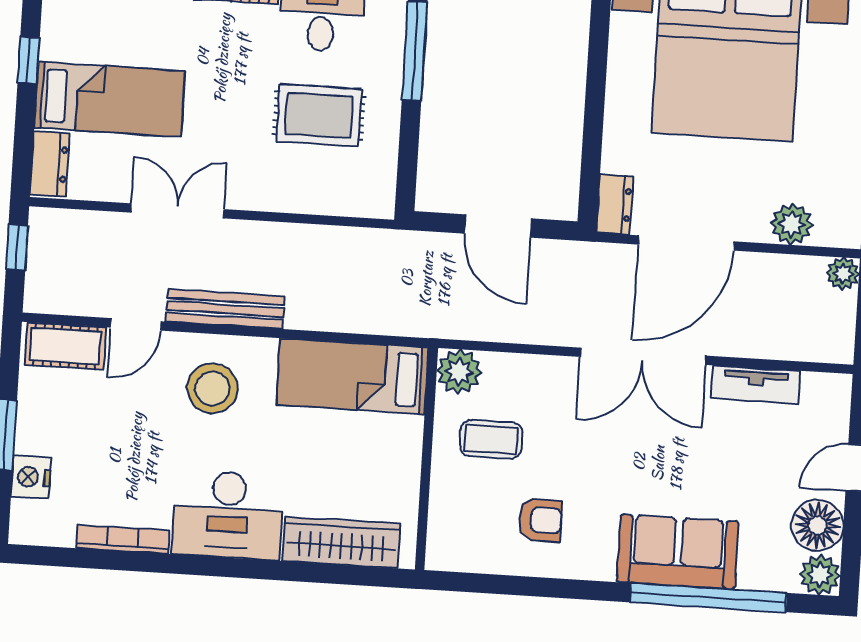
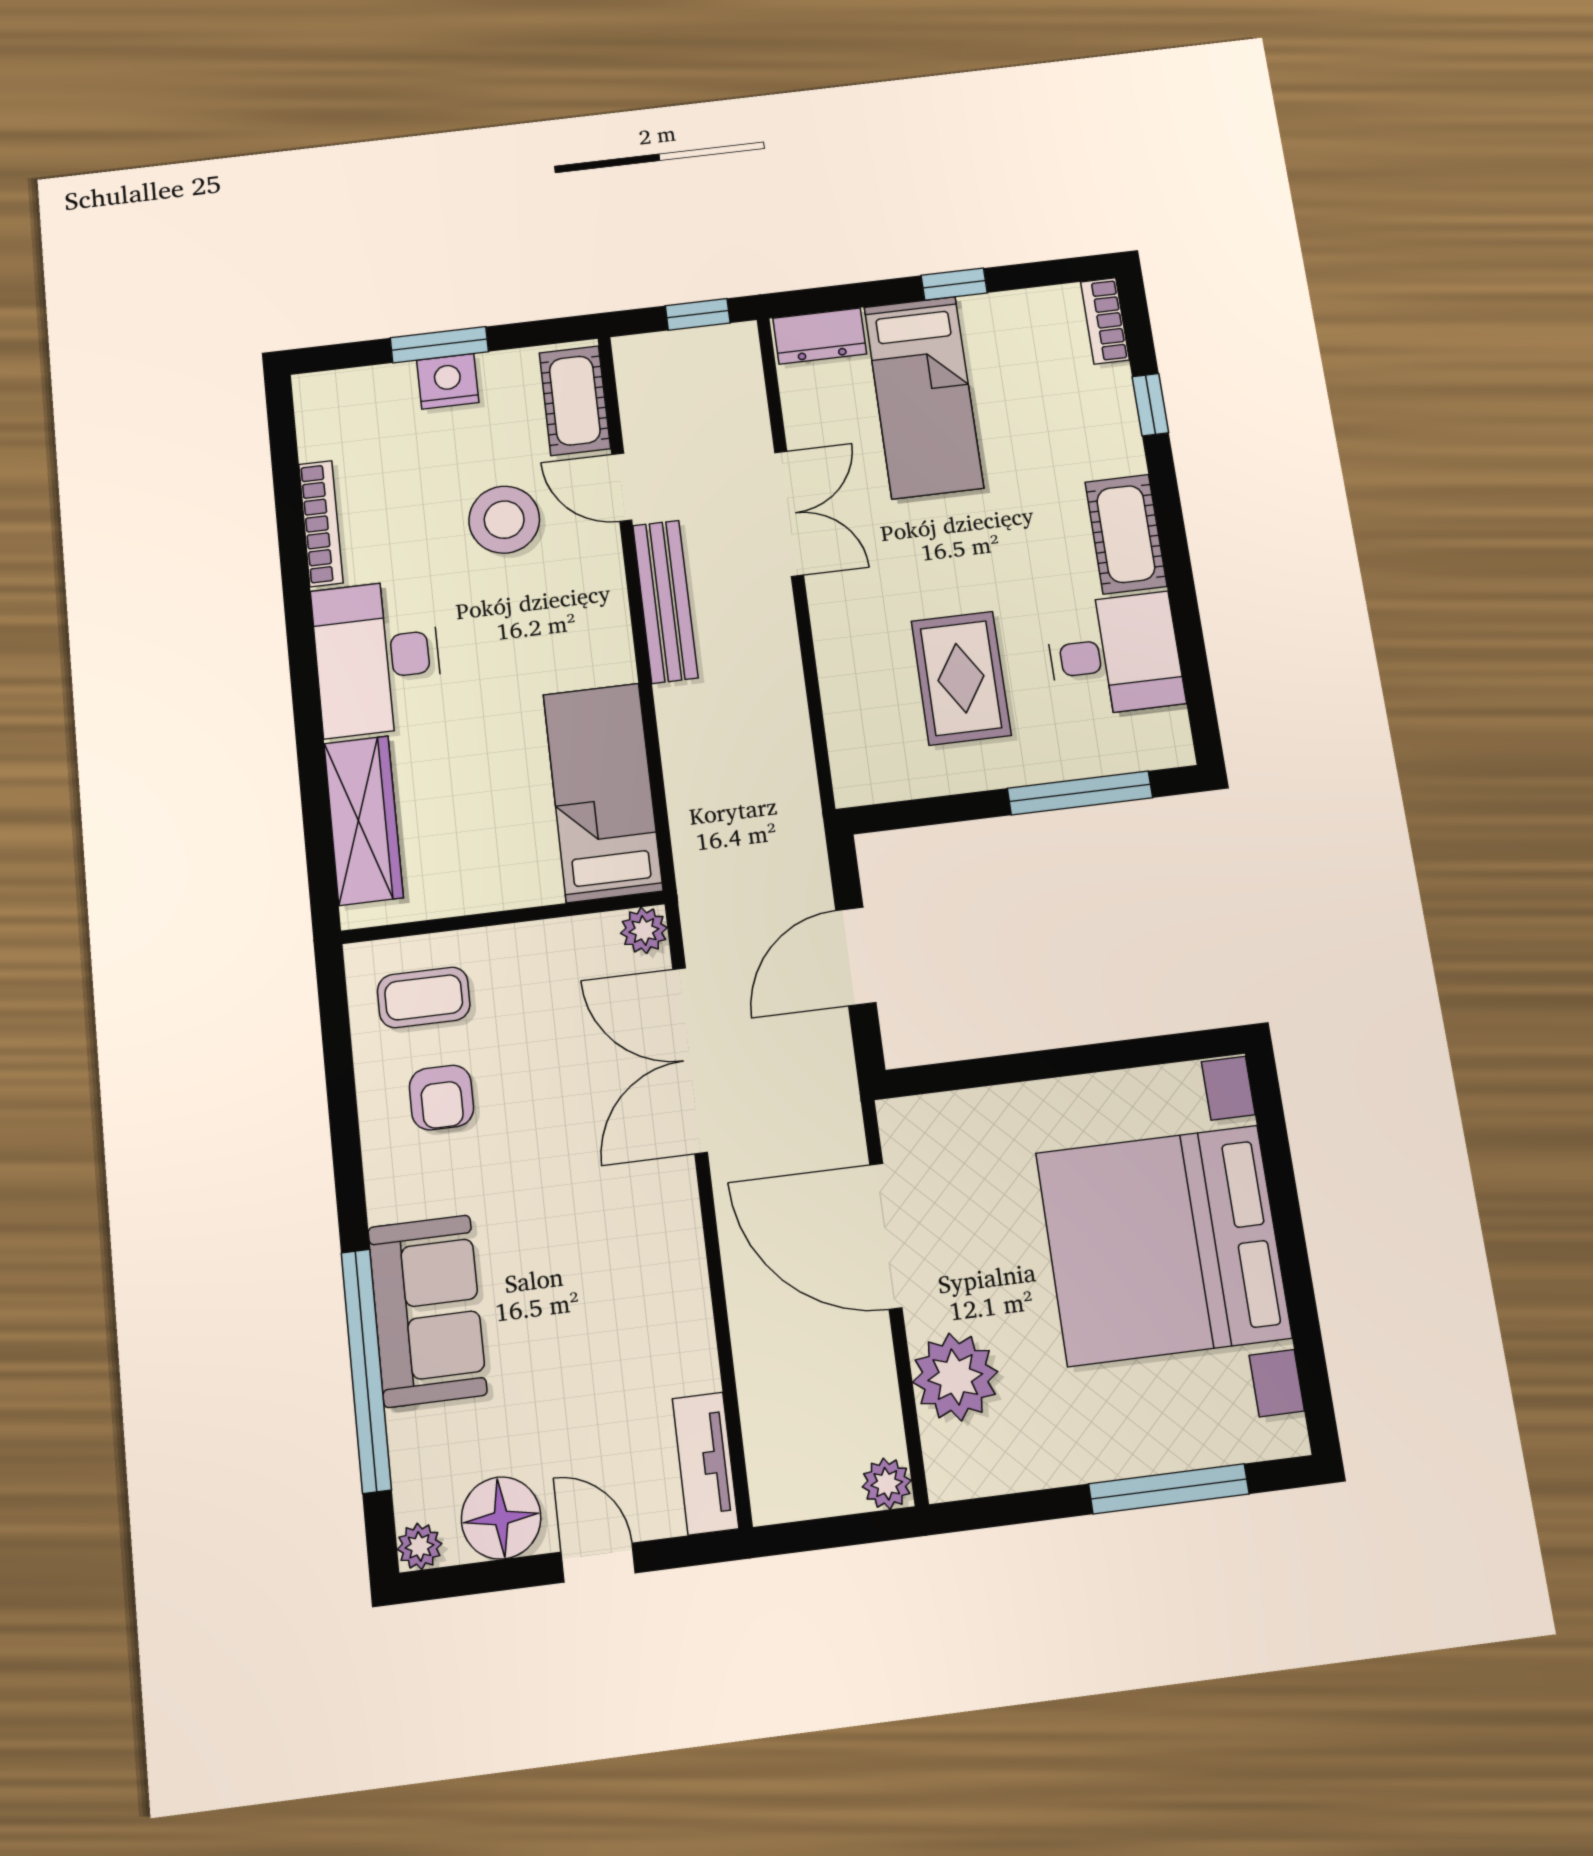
dresser: (615, 204) -> (921, 1119), removed
plant: (792, 224) -> (955, 1377), width x1.36, depth x1.36
double door: (643, 356) -> (690, 1060), moved
plant: (459, 372) -> (644, 930), width x0.73, depth x0.73
tv unit: (756, 385) -> (705, 1463), moved
stool: (212, 388) -> (504, 520), moved
coffee table: (491, 439) -> (424, 997), moved, turned 90
nightstand: (31, 477) -> (448, 381), moved
plant: (820, 575) -> (419, 1546), width x0.73, depth x0.73

